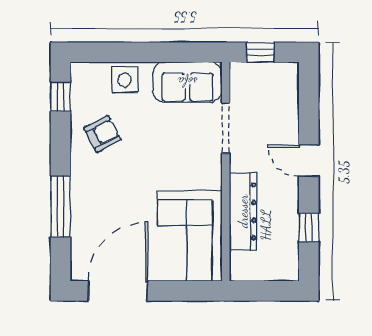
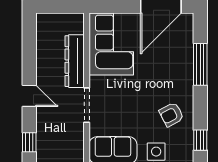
doorway: (226, 128) -> (87, 105), moved
window: (309, 227) -> (29, 142), moved

